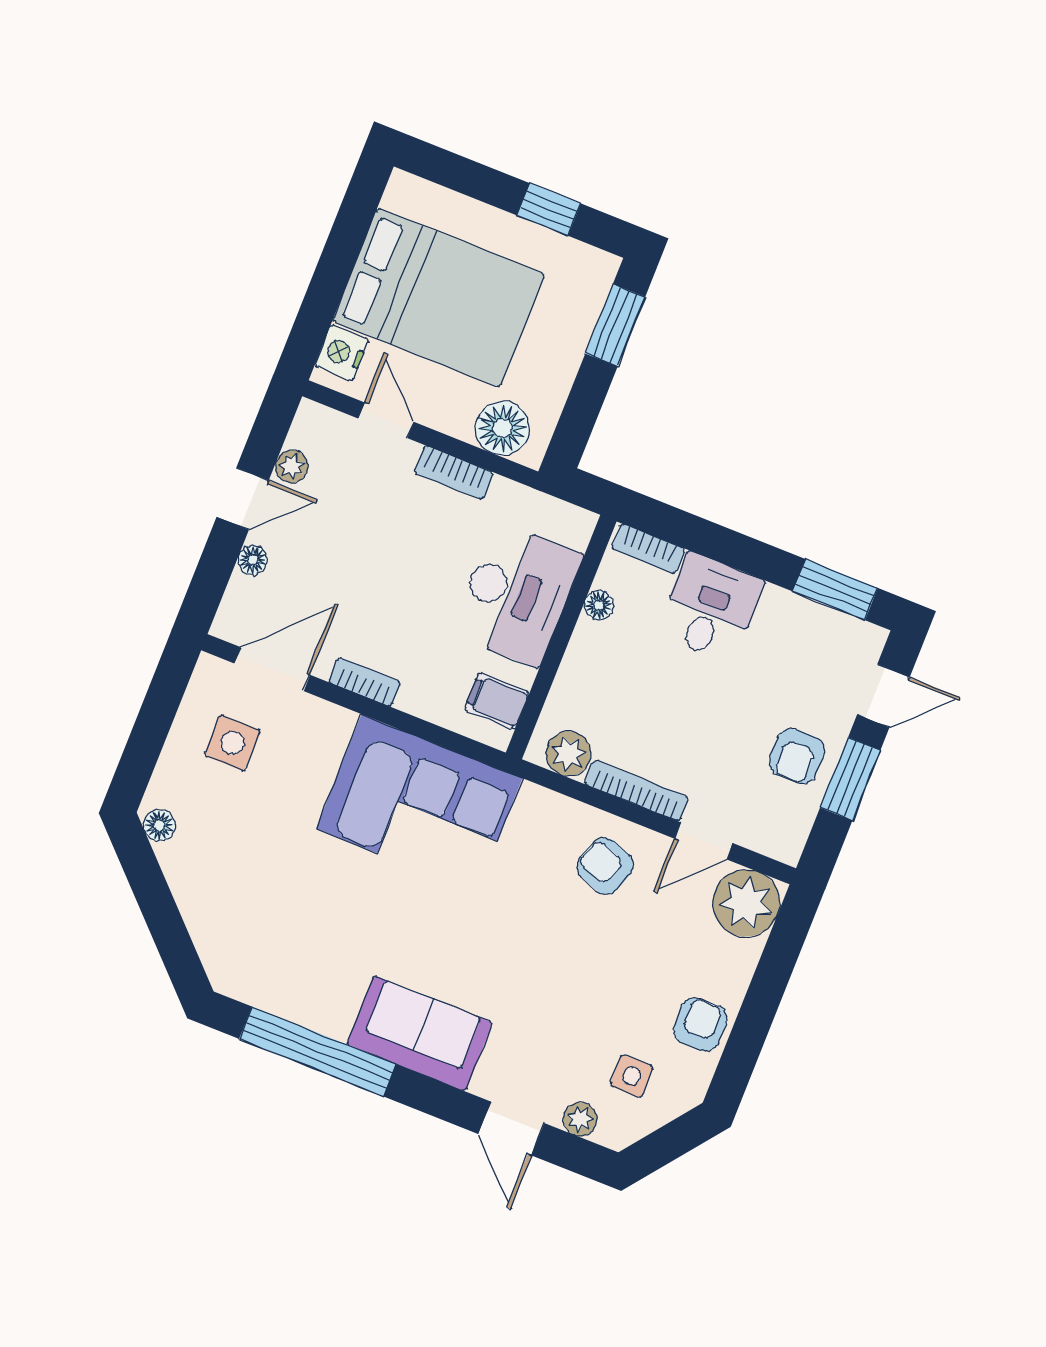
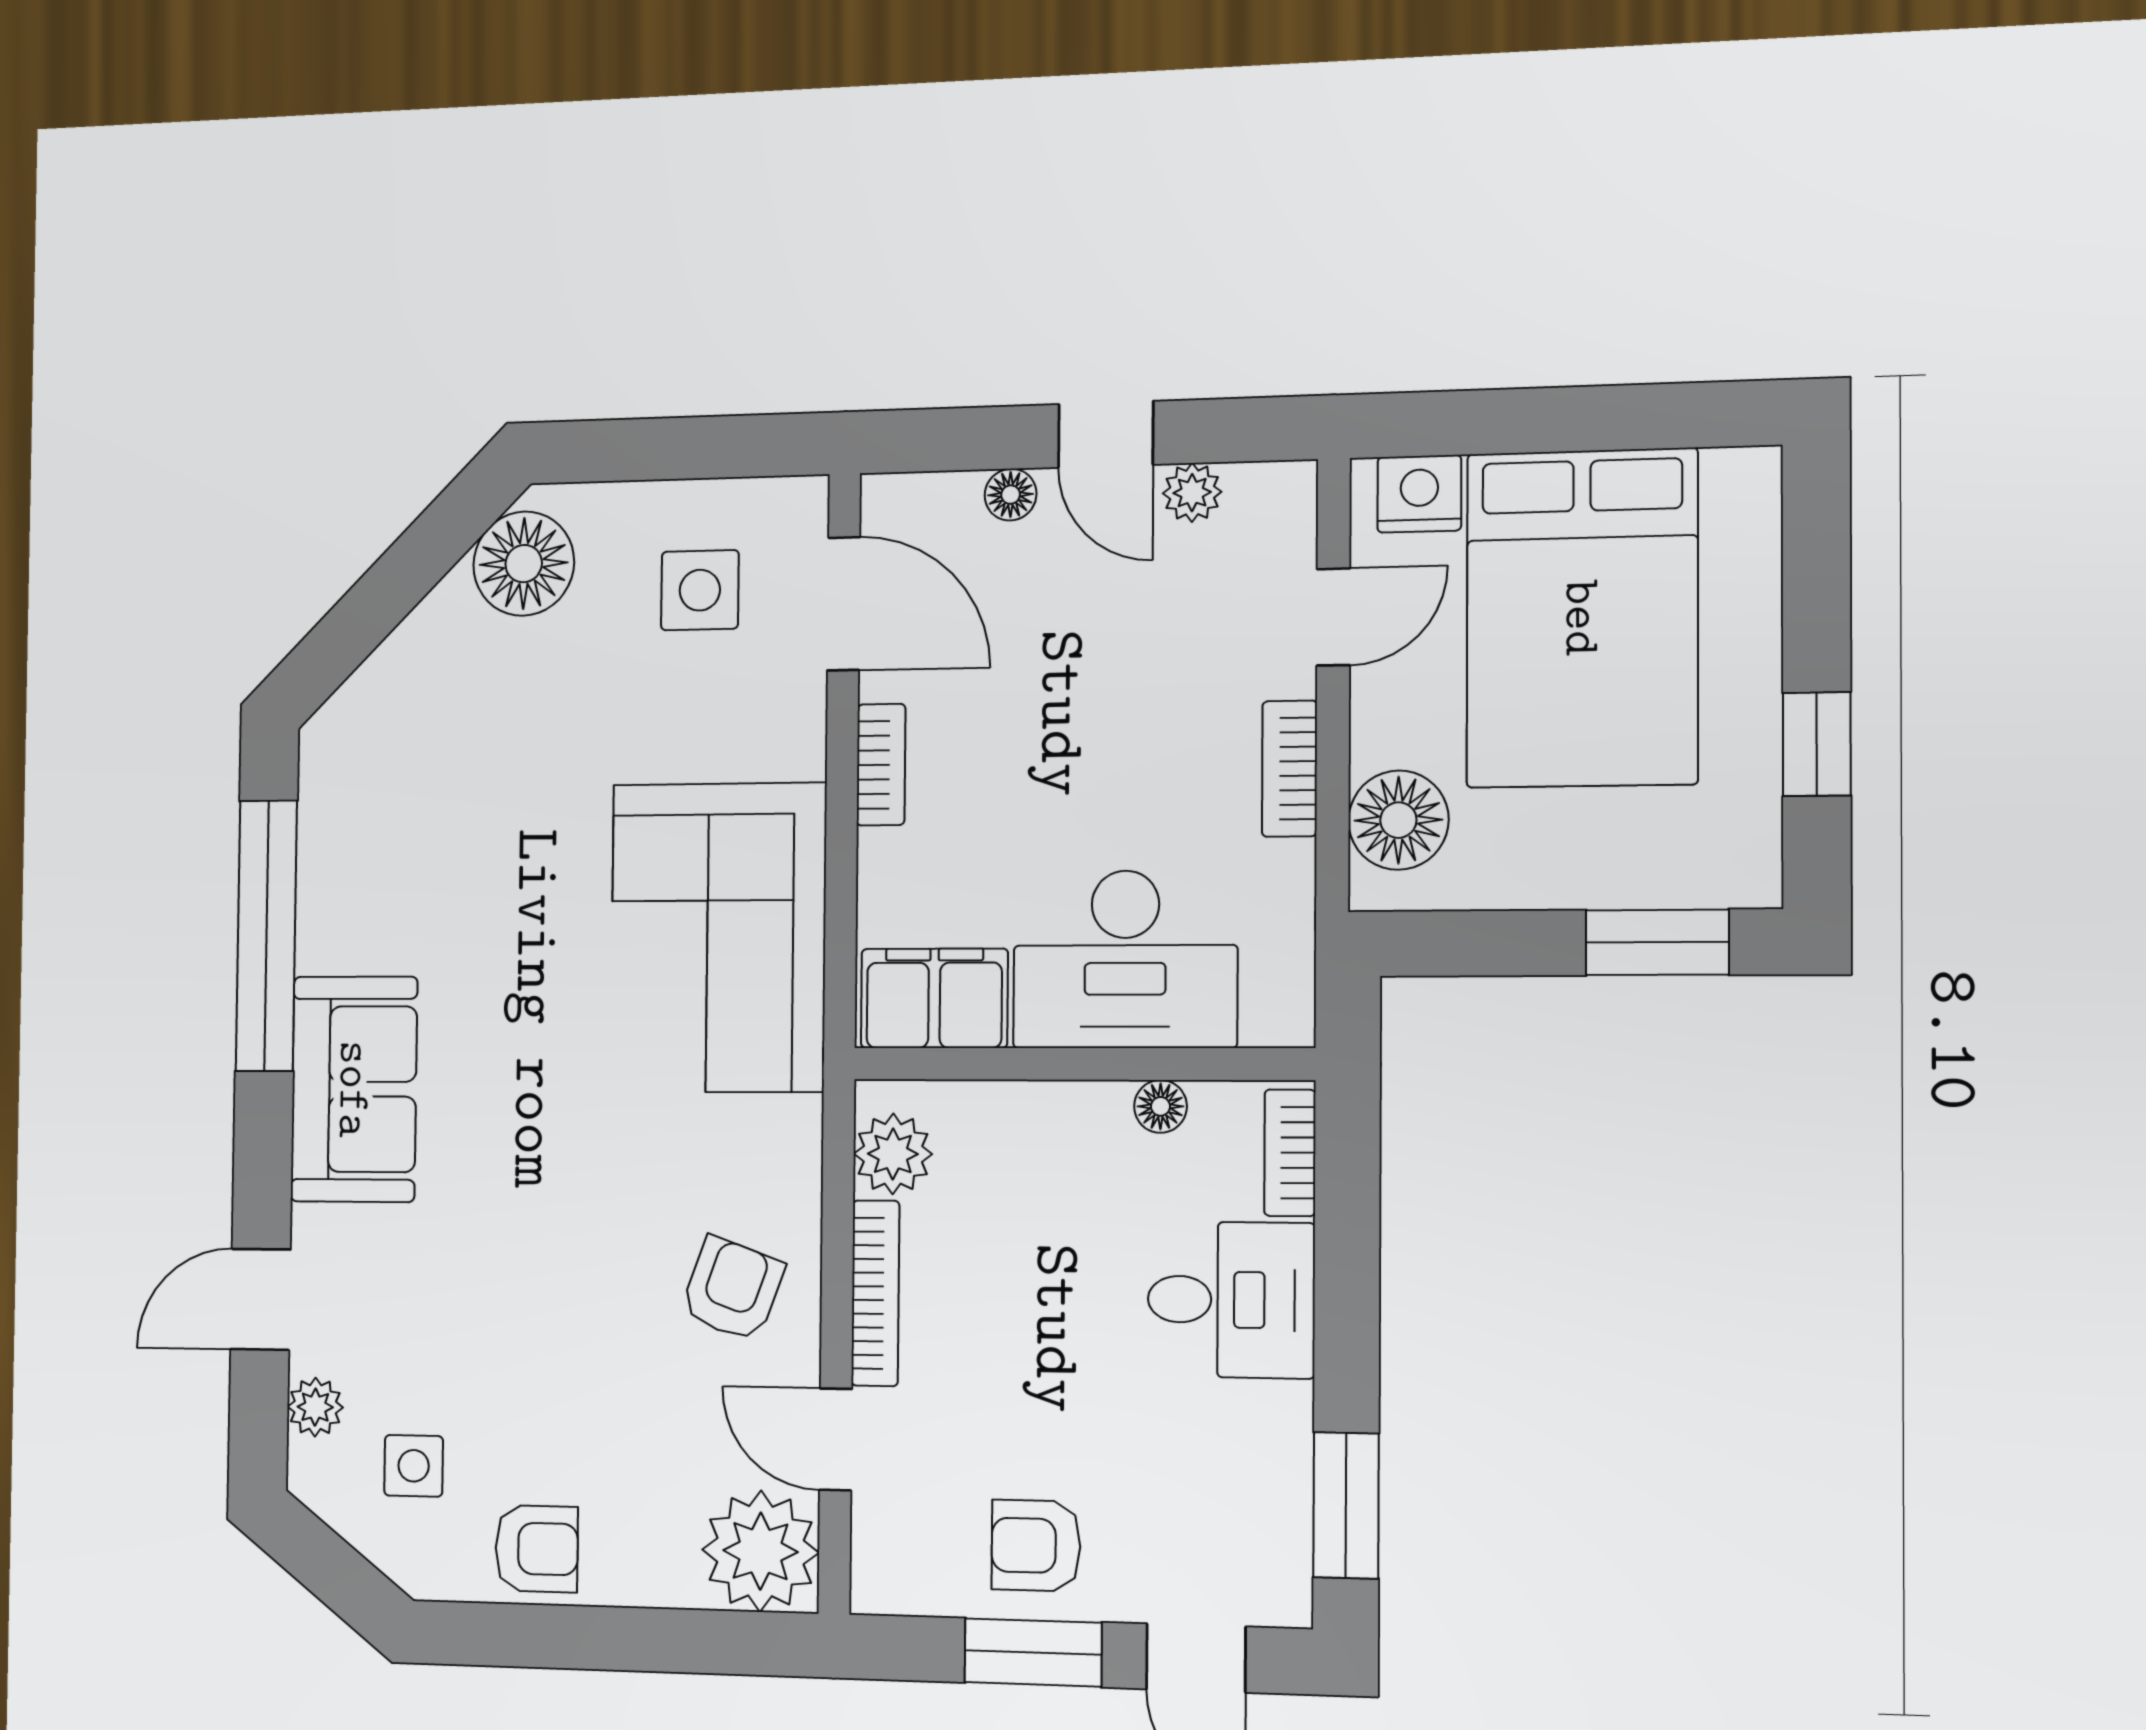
filing cabinet: (497, 701) -> (934, 998), width x2.00
floor lamp: (159, 825) -> (524, 564), width x1.89, depth x1.89

